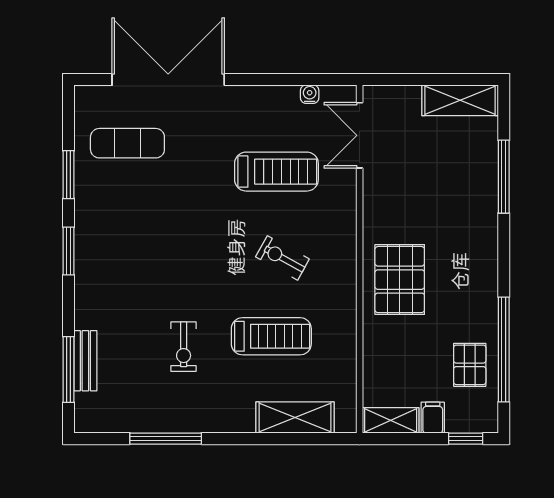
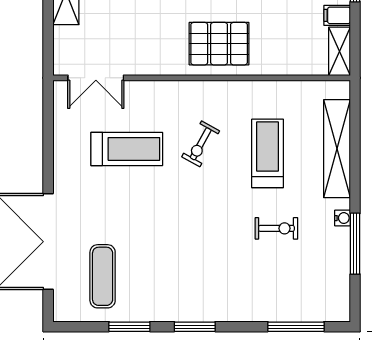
water cooler: (310, 94) -> (343, 218), moved, turned 180
treadmill: (276, 172) -> (127, 149), turned 90
bench: (85, 361) -> (288, 312), removed
shelving: (295, 418) -> (337, 149), width x1.47

